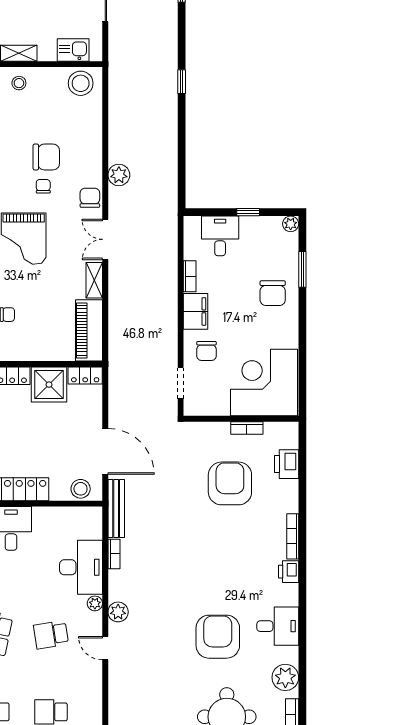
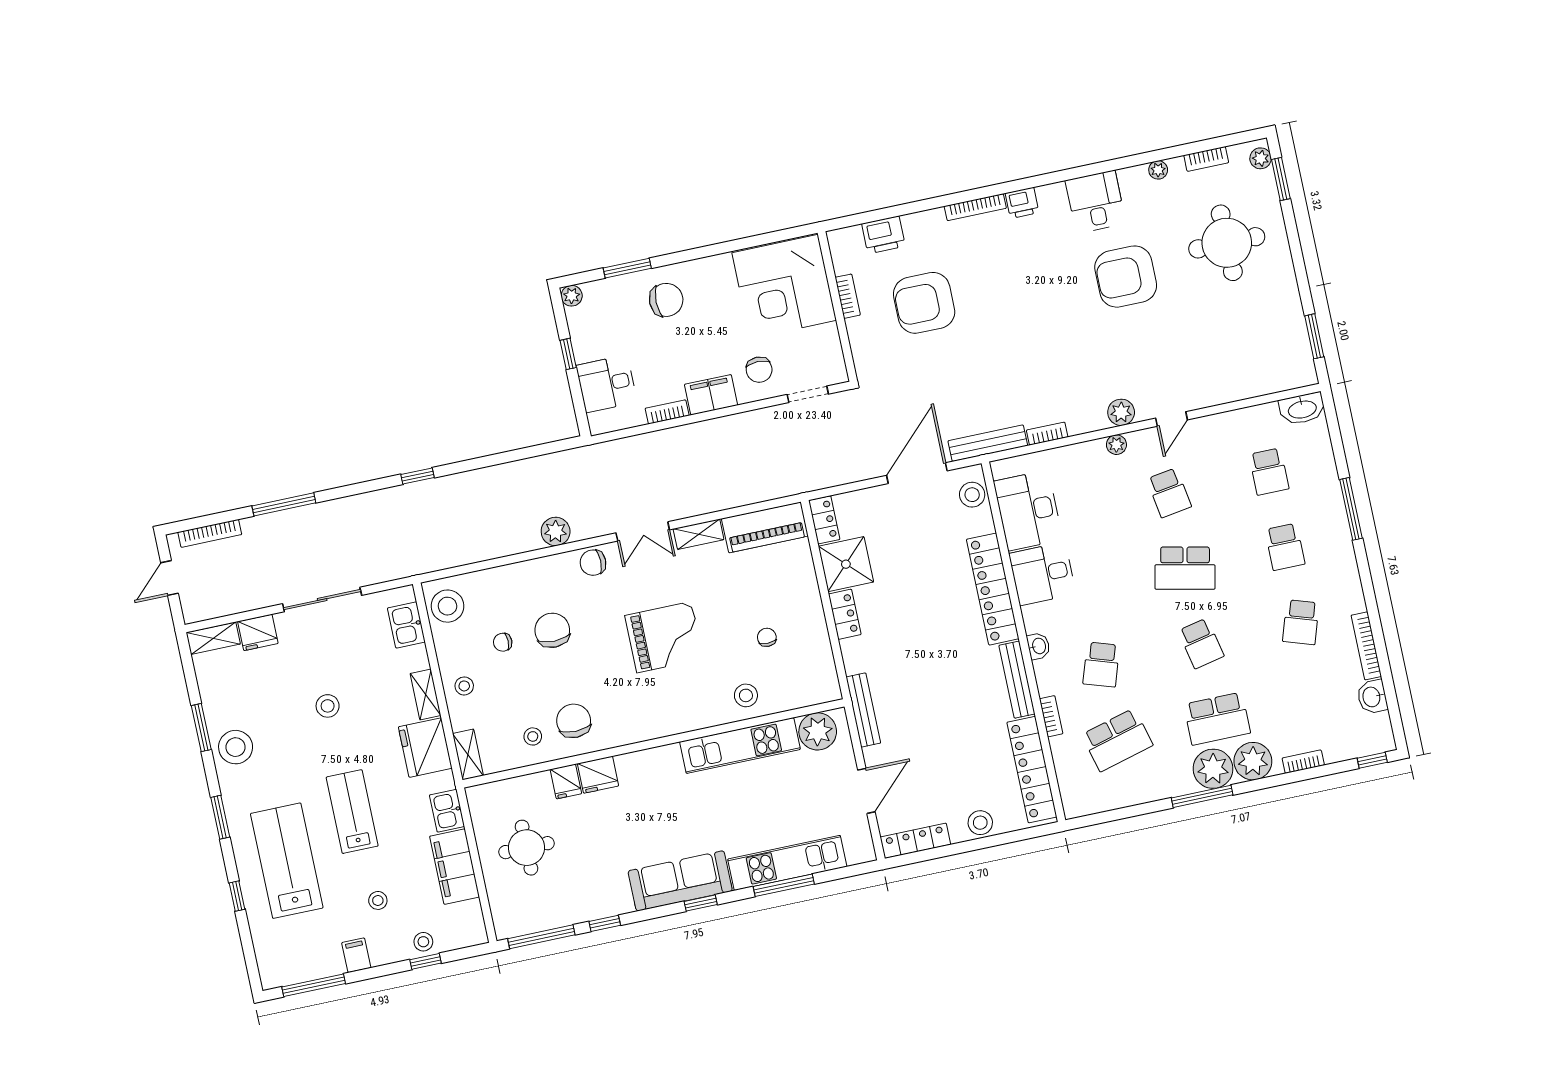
chair: (43, 186) -> (503, 642), moved
chair: (206, 351) -> (759, 370), turned 90
desk: (81, 567) -> (1028, 511), moved, turned -90
plant: (285, 677) -> (1158, 170), width x0.53, depth x0.53

